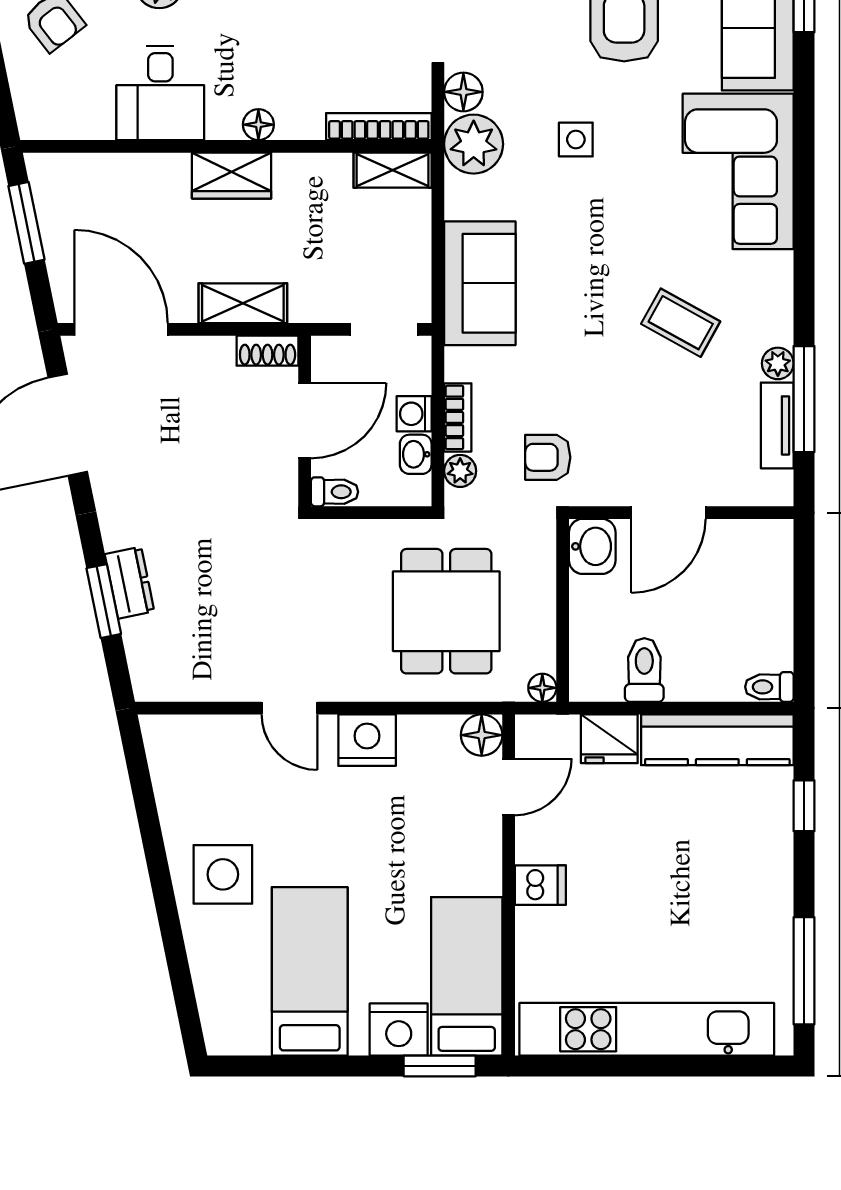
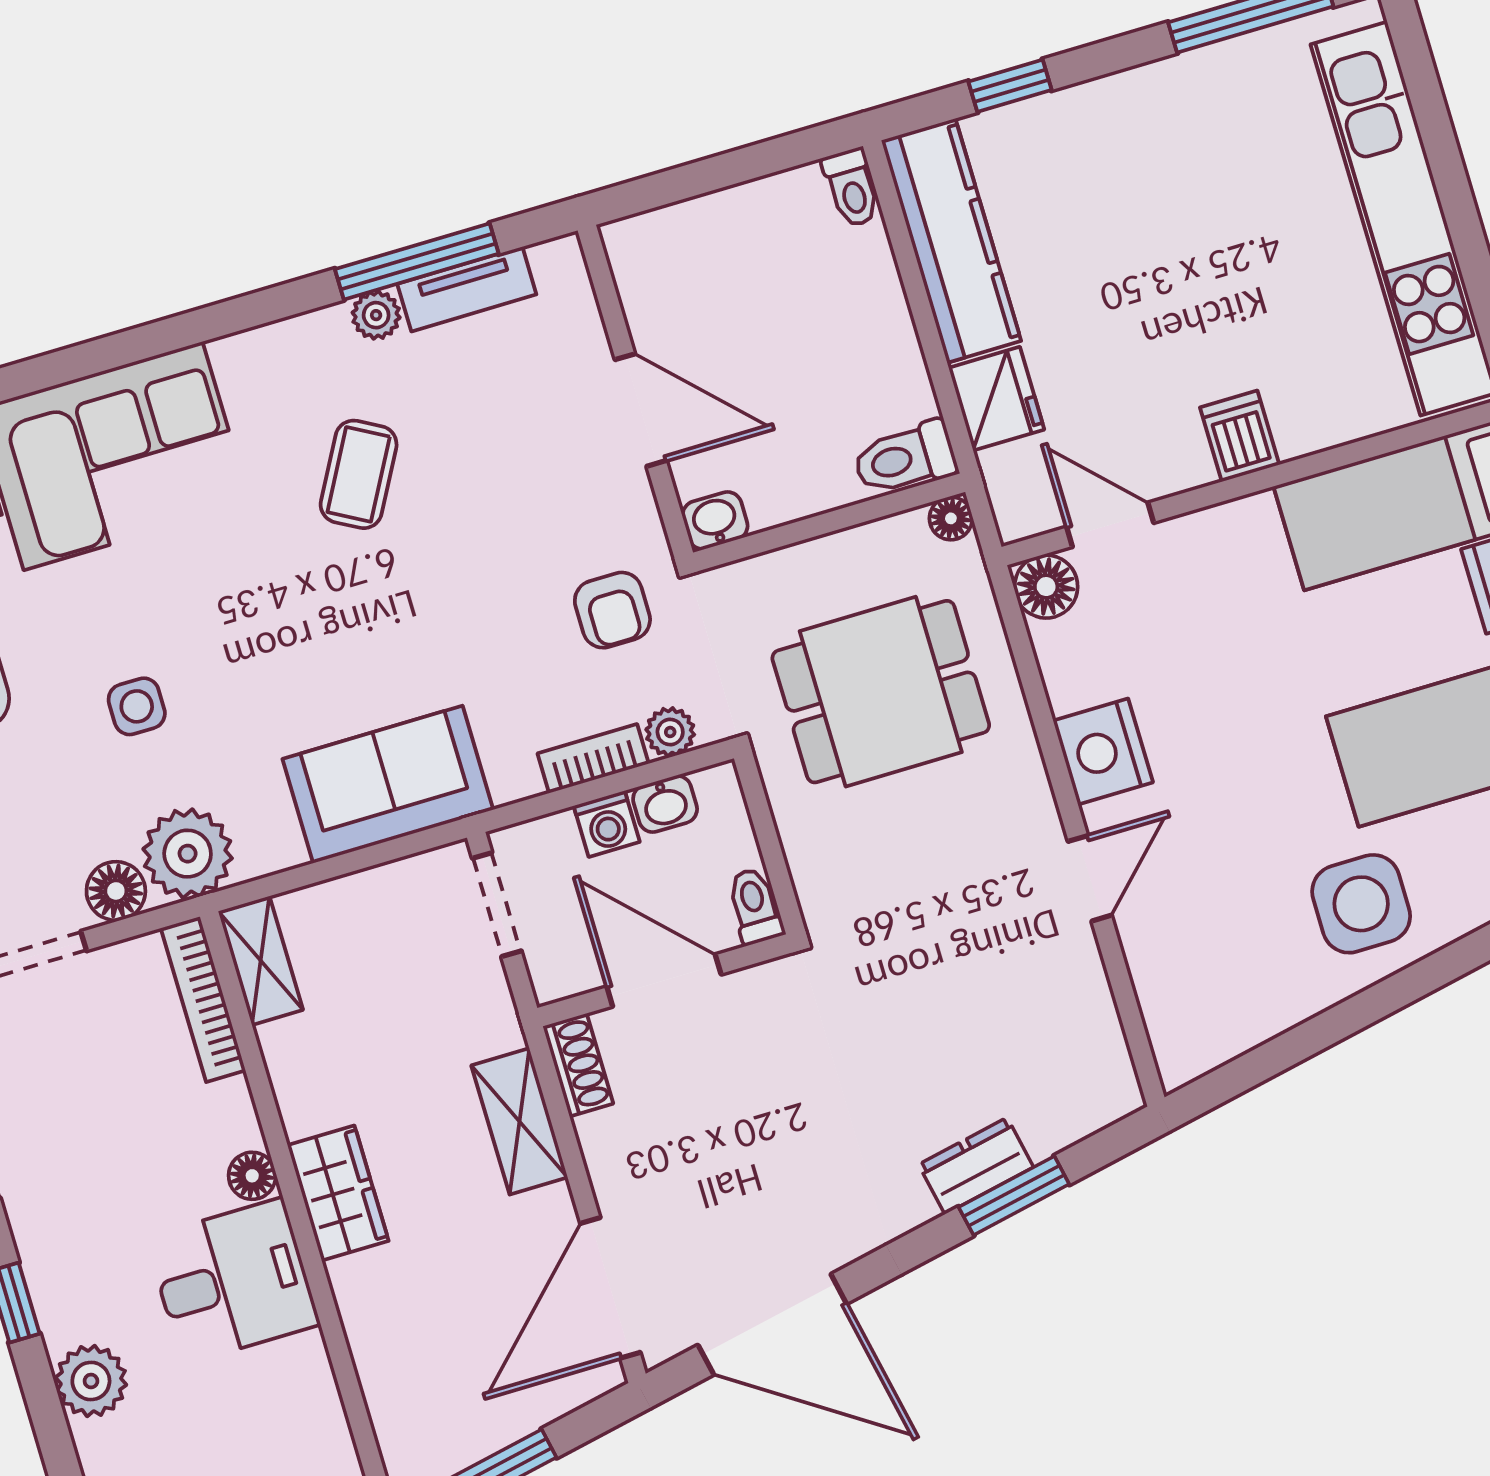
desk: (160, 93) -> (233, 1281), moved
washbasin: (592, 546) -> (715, 520), width x0.72, depth x0.69
toilet: (644, 670) -> (905, 458), moved

